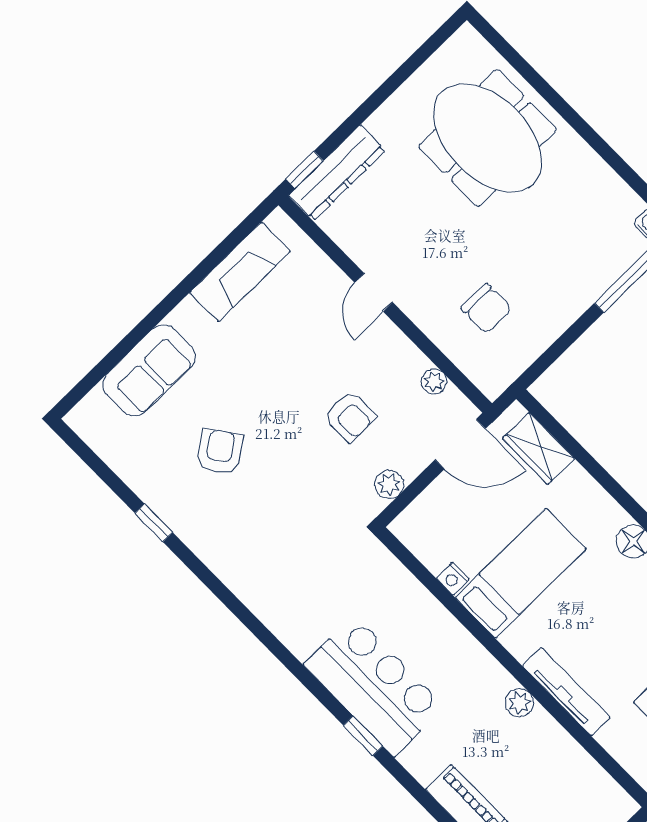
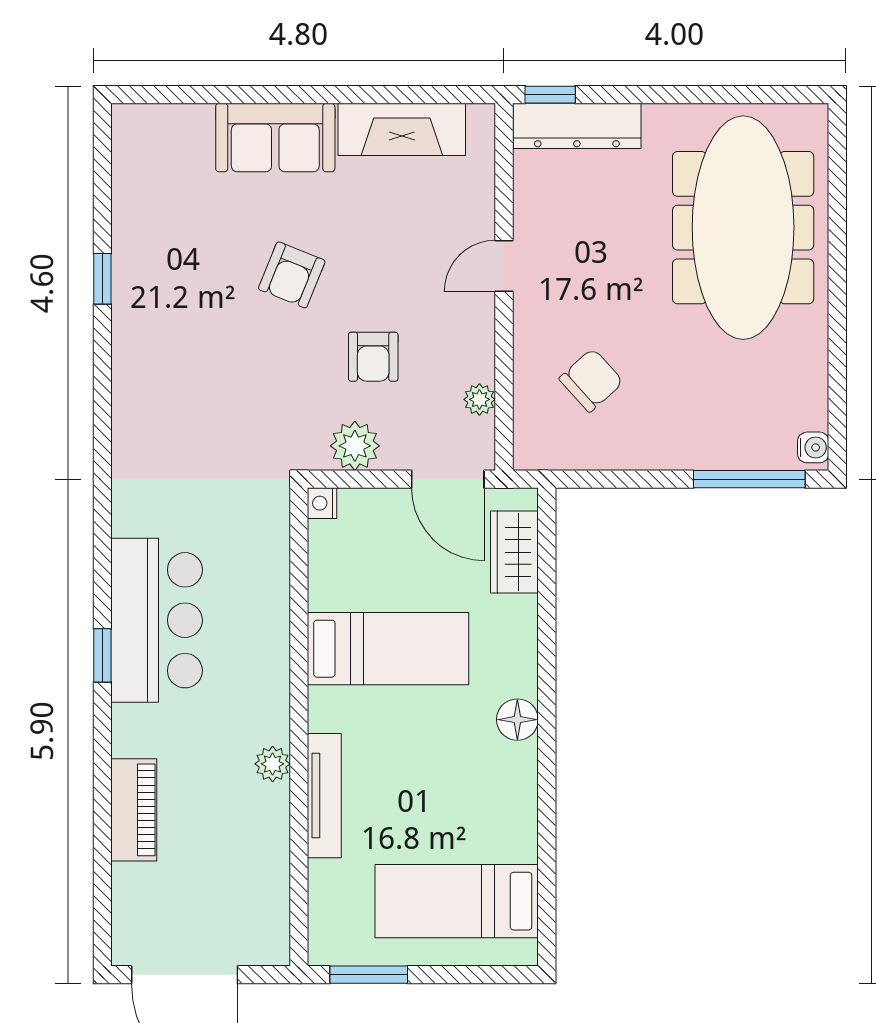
meeting table: (488, 138) -> (743, 228), width x1.36
chair: (486, 309) -> (591, 380), turned -132
sofa: (149, 370) -> (275, 138), moved
armchair: (220, 452) -> (292, 275), moved, turned 148
plant: (389, 485) -> (355, 446), width x1.38, depth x1.38
nightstand: (453, 579) -> (322, 503), moved

